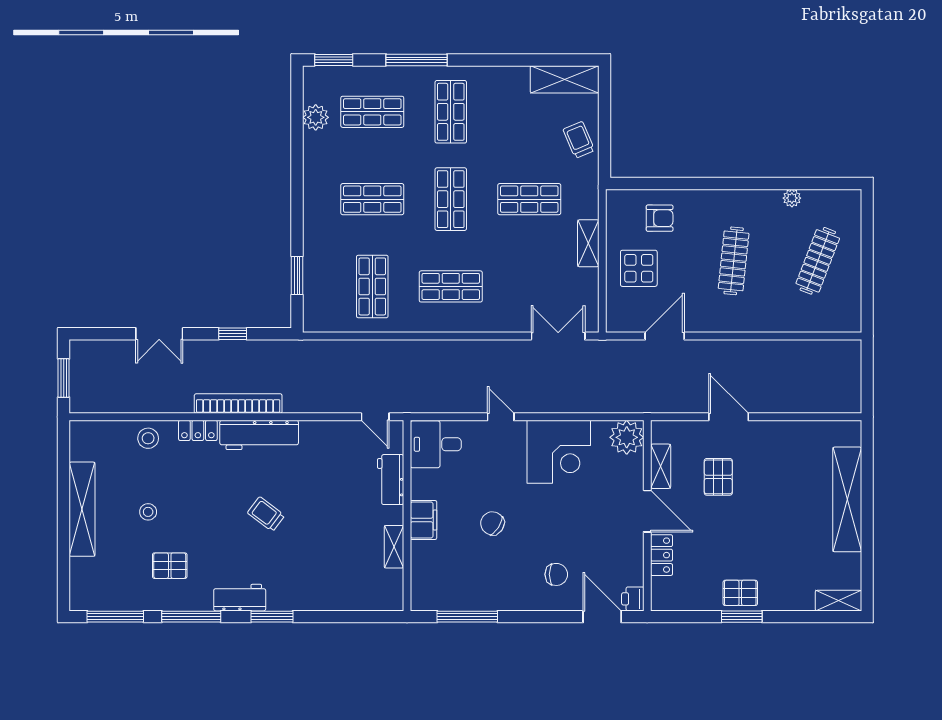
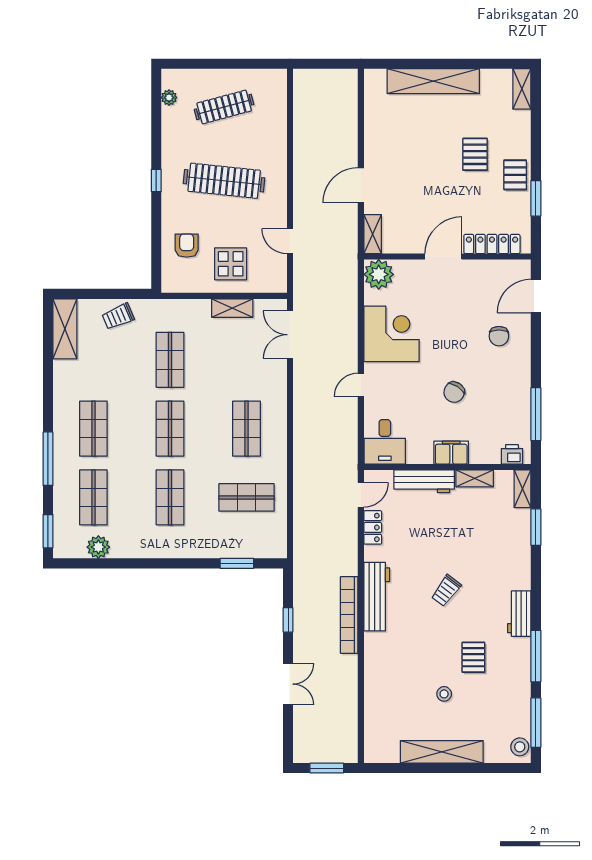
shop shelf: (451, 112) -> (93, 429), turned 90
window: (734, 183) -> (156, 180), added
plant: (792, 198) -> (169, 98), moved
shop shelf: (451, 199) -> (170, 429), turned 90
shelving: (588, 243) -> (232, 308), moved
clothes rail: (734, 261) -> (224, 181), width x1.37, depth x1.31
clothes rail: (818, 261) -> (224, 107), turned -36
door: (665, 336) -> (290, 241), width x0.73
locker: (198, 430) -> (373, 527), moved
stool: (148, 438) -> (520, 747), moved
shelving: (661, 466) -> (373, 234), moved, turned 90
pallet: (718, 477) -> (475, 154), moved, turned 90
workbench: (391, 480) -> (424, 481), width x1.38
locker: (661, 555) -> (492, 244), width x1.53
pallet: (170, 566) -> (473, 657), moved
chair: (556, 574) -> (499, 336), turned 180
printer: (633, 599) -> (512, 454), moved, turned 180
shelving: (382, 601) -> (523, 489), added
window: (272, 617) -> (536, 527), moved
window: (742, 617) -> (536, 198), moved

